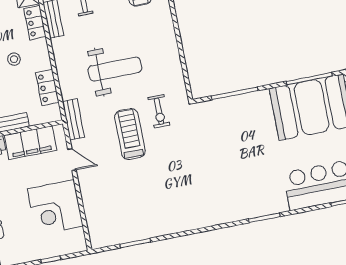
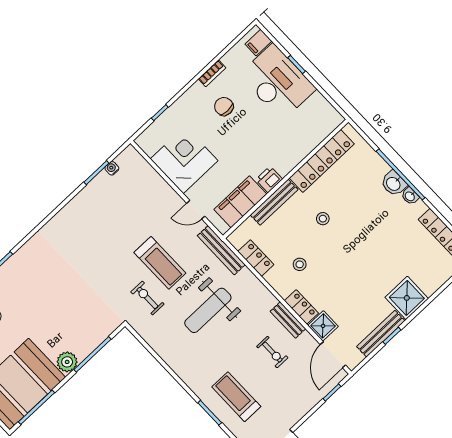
plant: (260, 100) -> (67, 362), added
bench: (73, 119) -> (221, 250), width x1.36
water cooler: (120, 238) -> (112, 168), added

